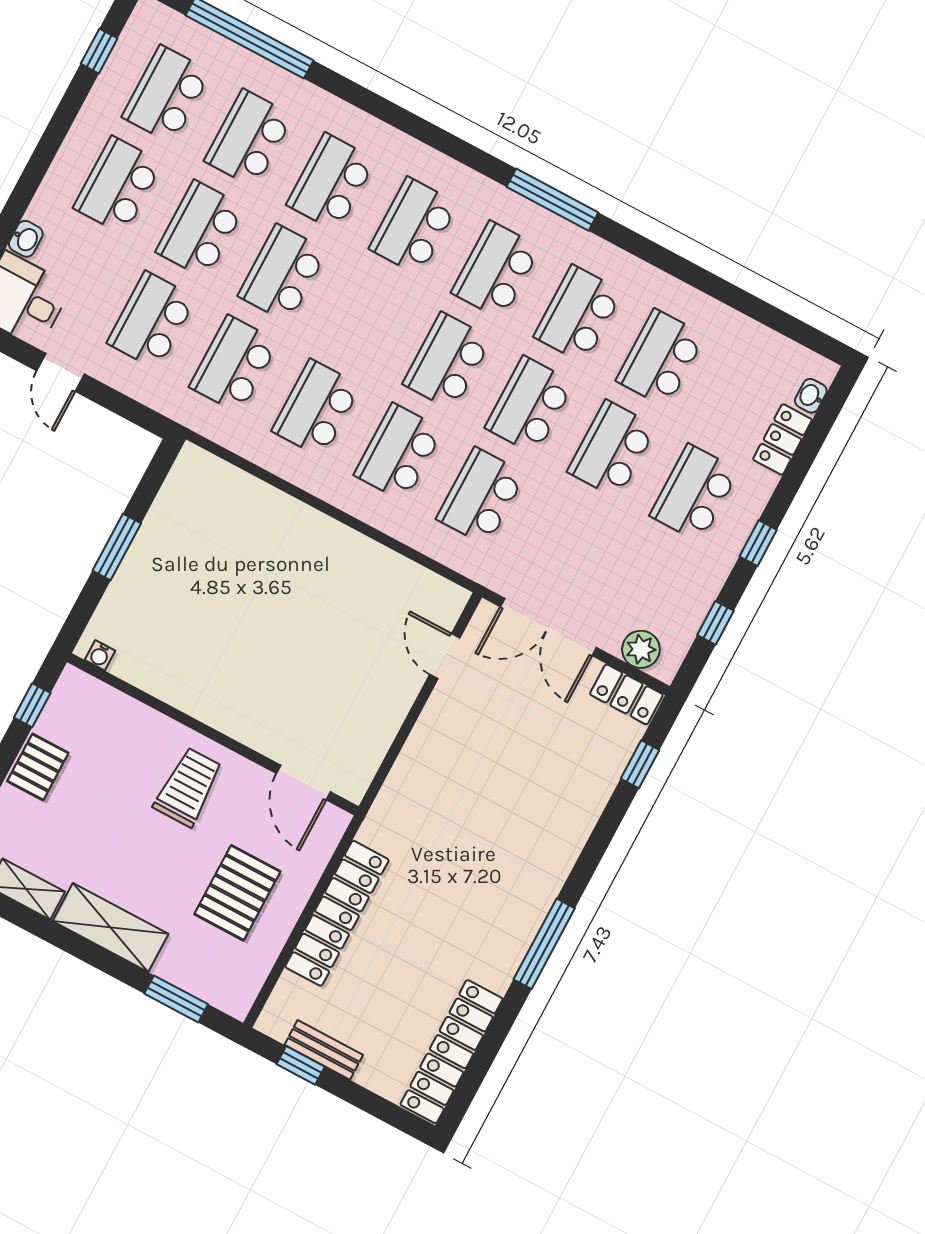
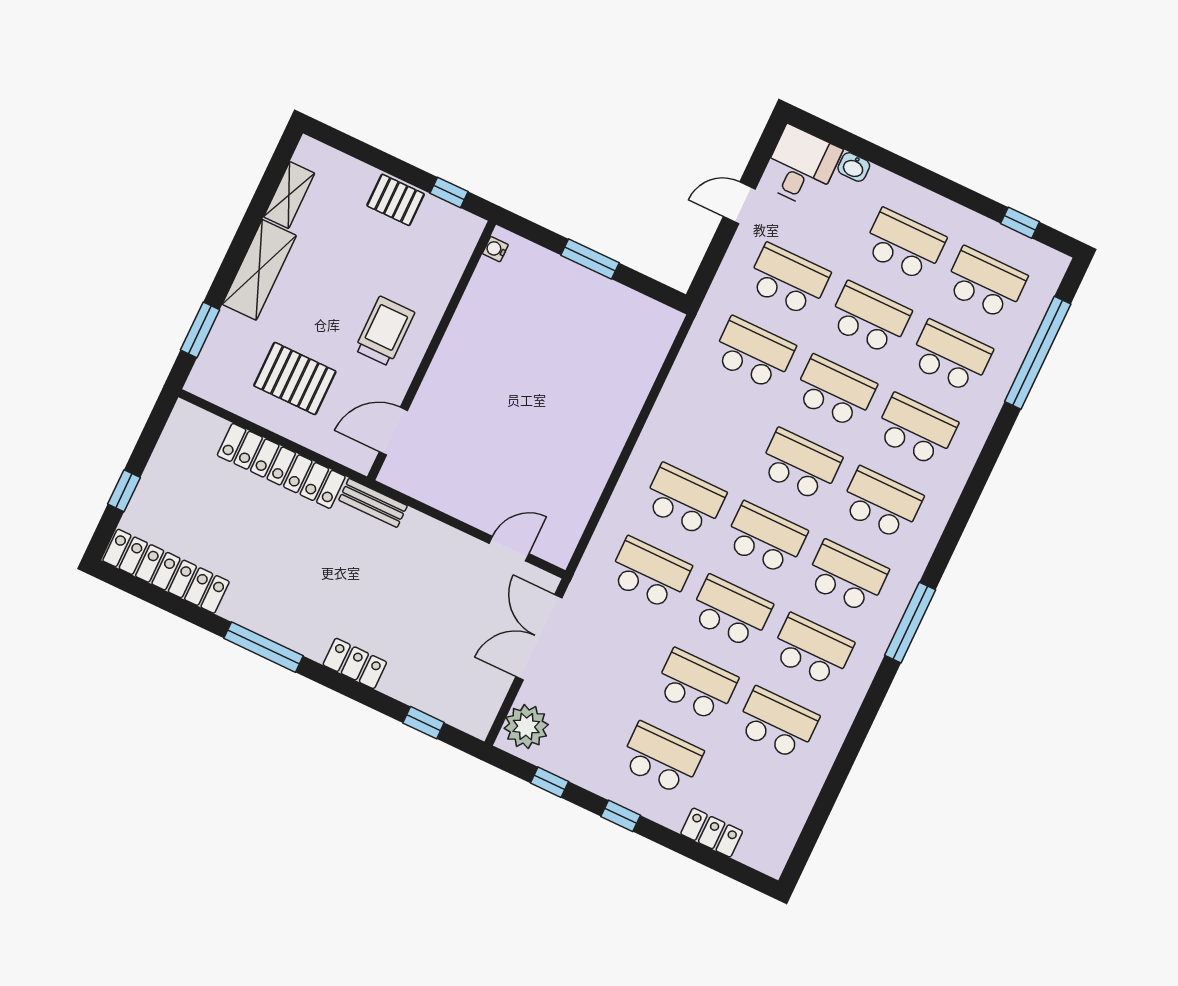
washbasin: (811, 396) -> (751, 855), removed
school desk: (316, 408) -> (800, 465), moved
plant: (641, 649) -> (526, 727), width x1.36, depth x1.36
locker: (626, 694) -> (355, 663), moved, turned 90
trolley: (188, 787) -> (385, 331), turned -90
bench: (324, 1050) -> (373, 503), moved, turned 90
window: (301, 1065) -> (124, 491), moved

